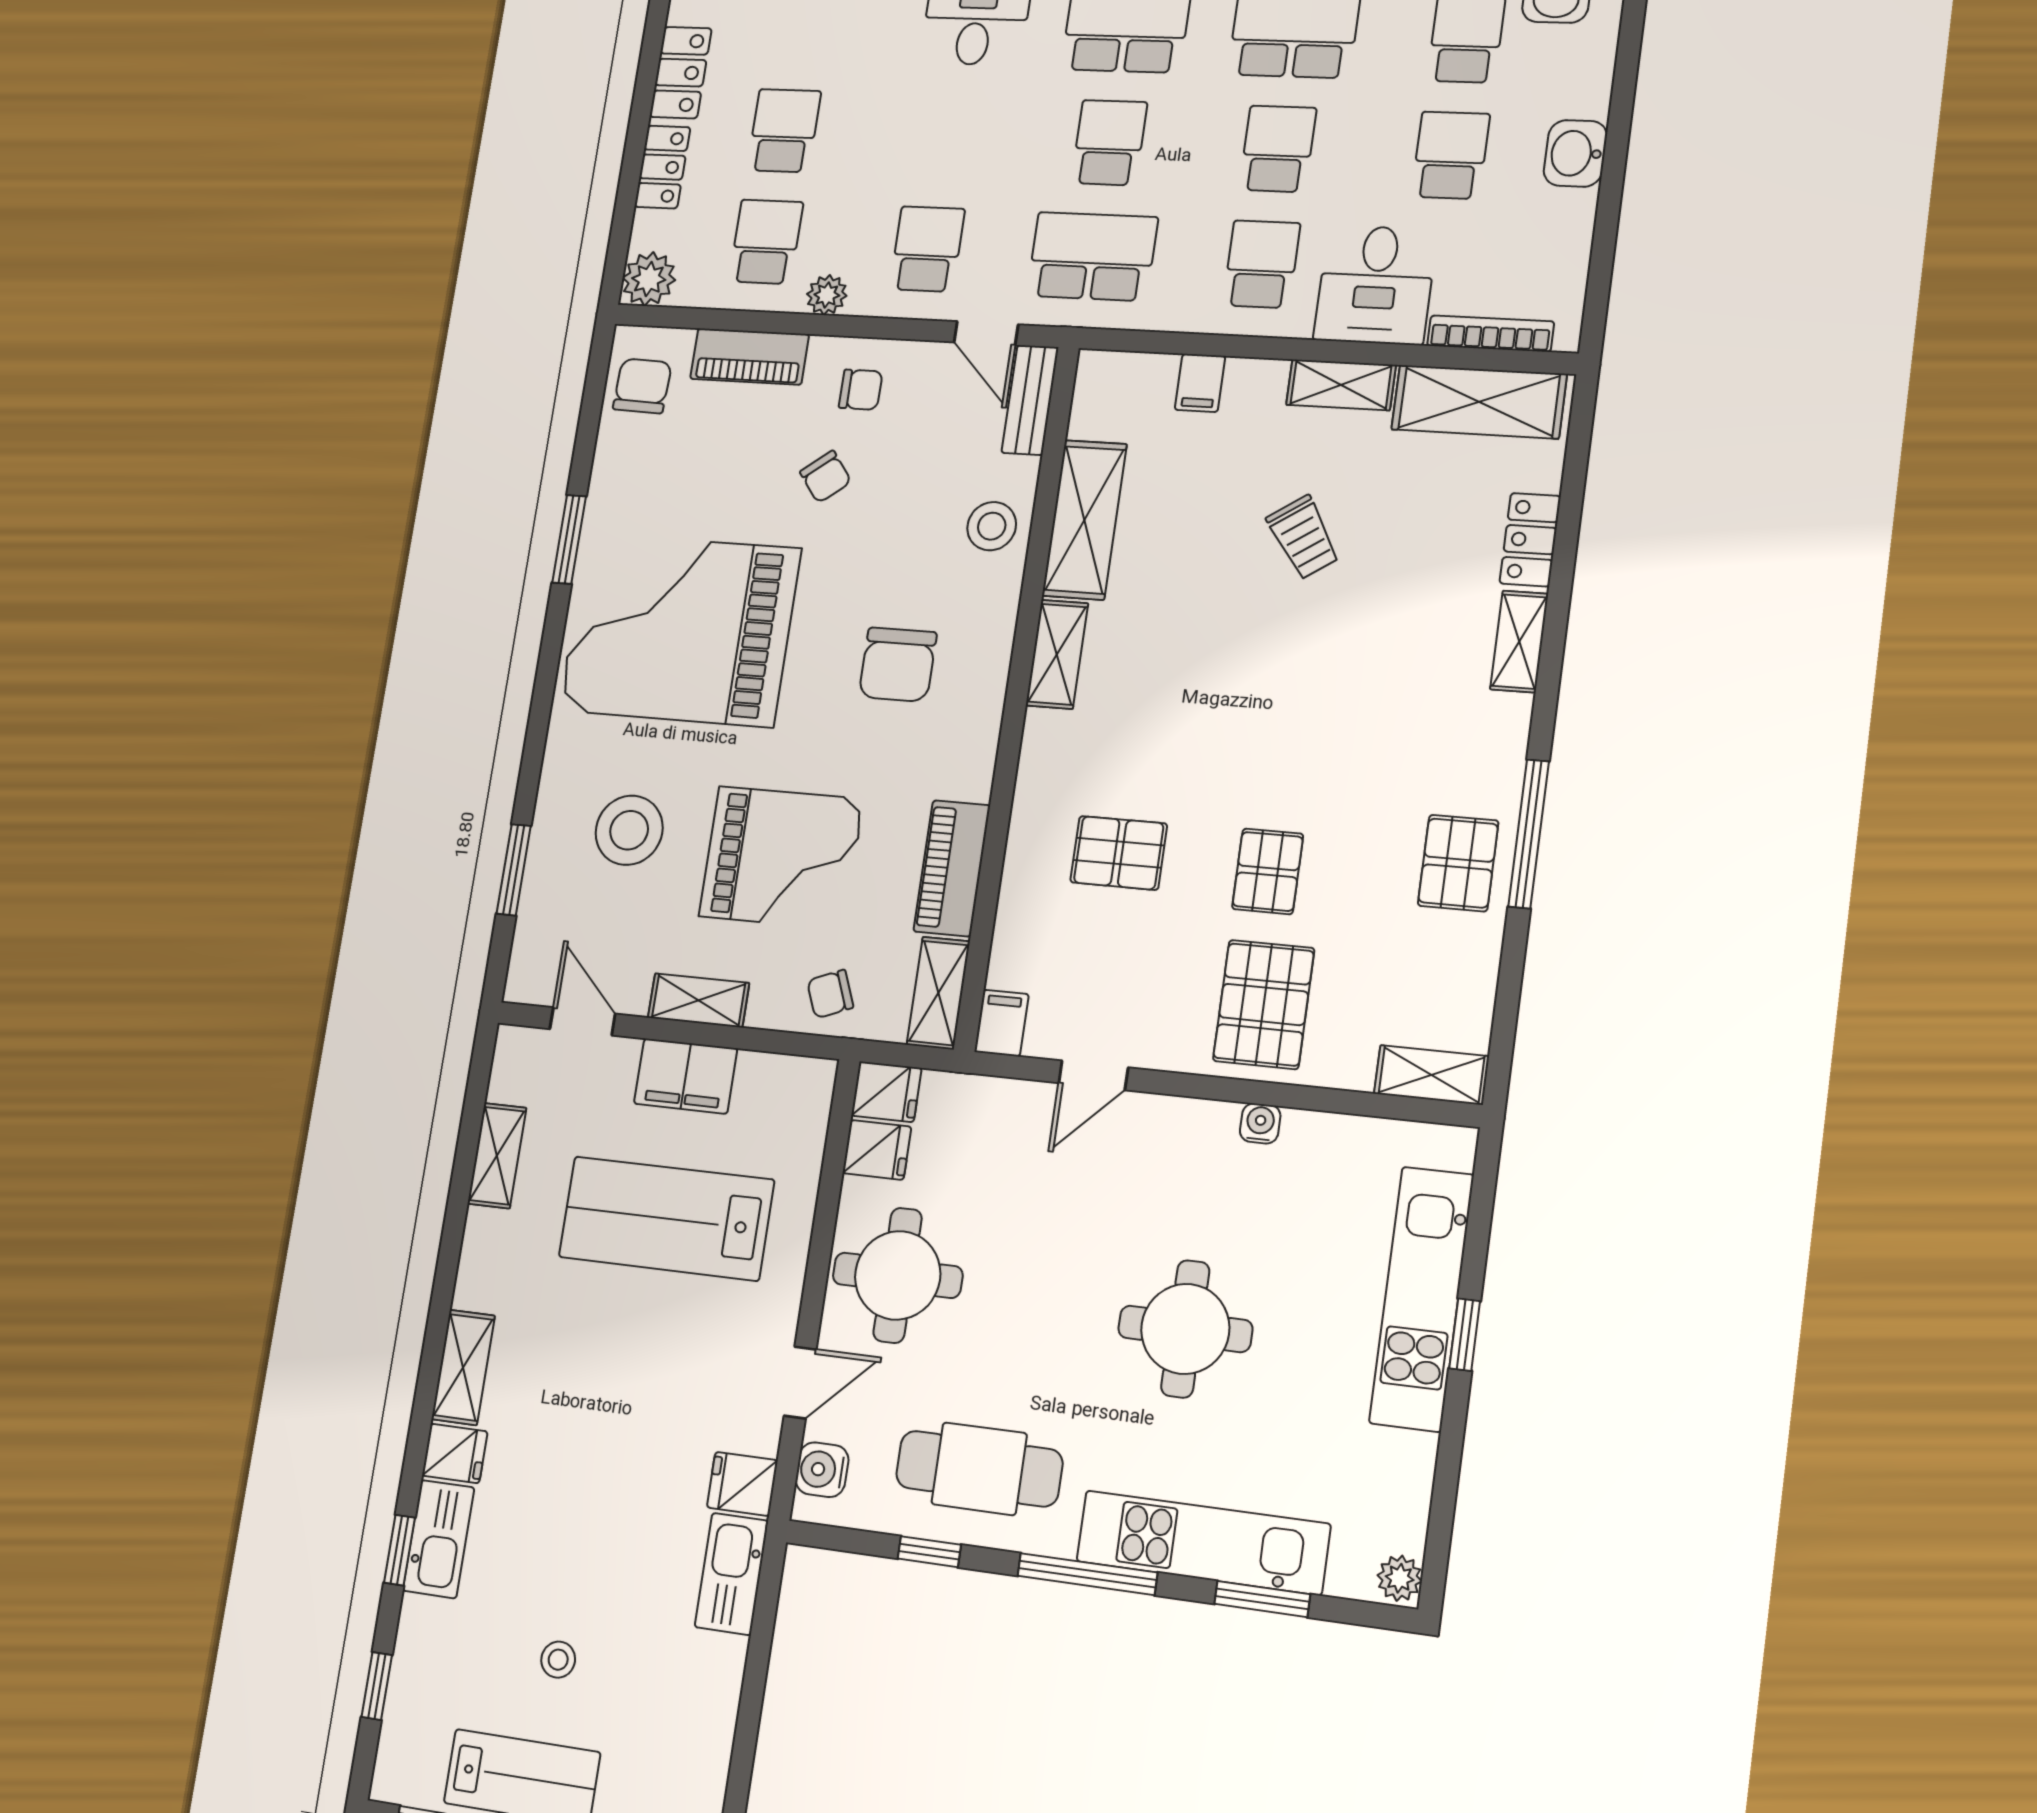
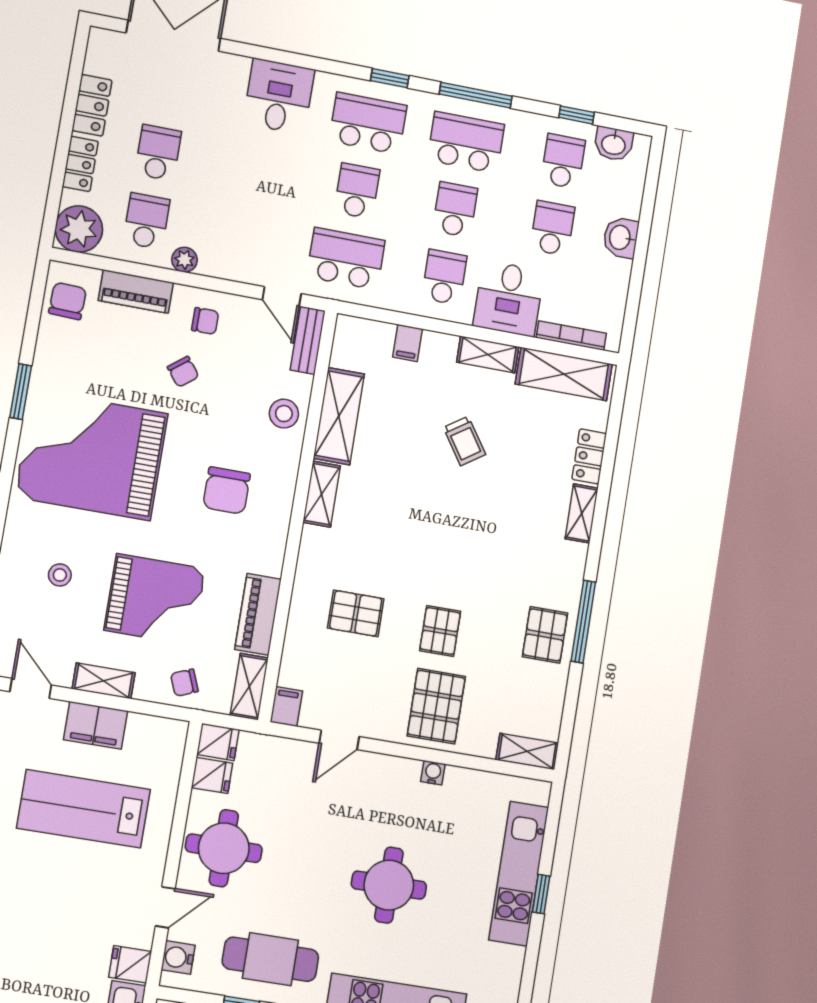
school desk: (927, 249) -> (247, 240), removed
plant: (649, 279) -> (79, 229), width x1.36, depth x1.36
stool: (629, 830) -> (60, 575), width x0.53, depth x0.53

